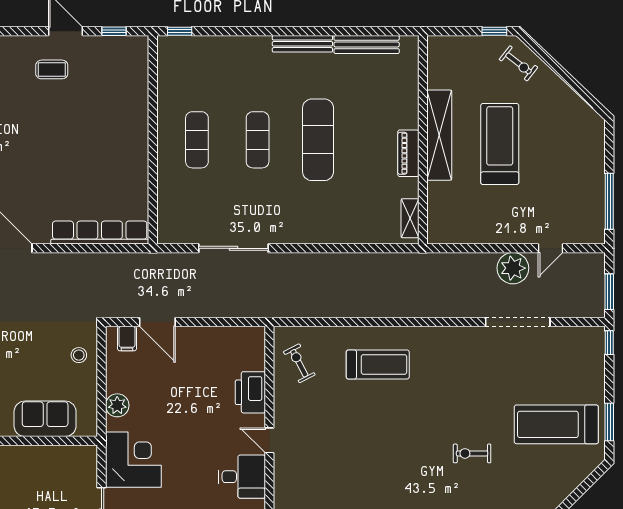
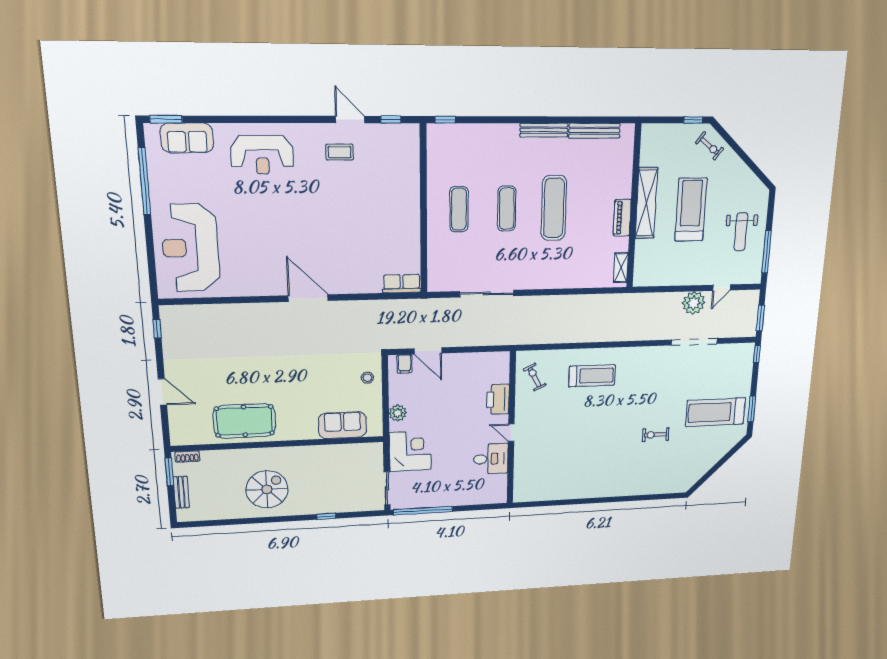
weight bench: (571, 174) -> (741, 232), added
row of seats: (100, 233) -> (402, 284), width x0.50

